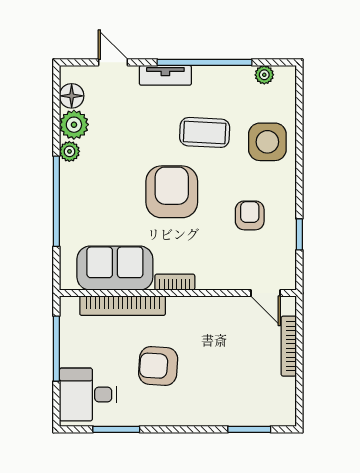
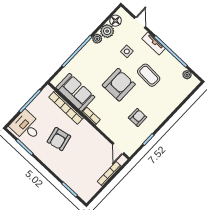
side table: (267, 142) -> (127, 51), moved, width x0.54, depth x0.54
armchair: (158, 366) -> (59, 139), turned -106

